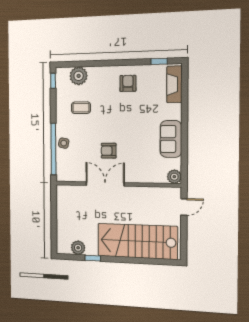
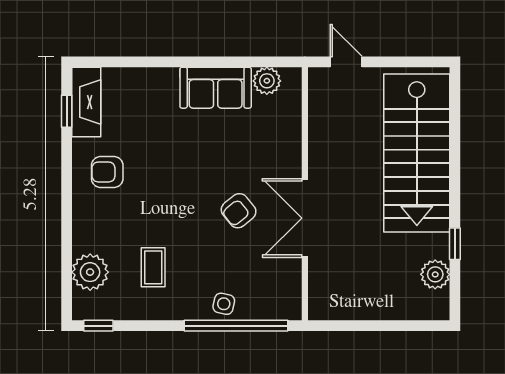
fireplace: (174, 84) -> (86, 102), moved, turned -90
armchair: (109, 151) -> (239, 211), turned 51
plant: (174, 177) -> (267, 81), moved

